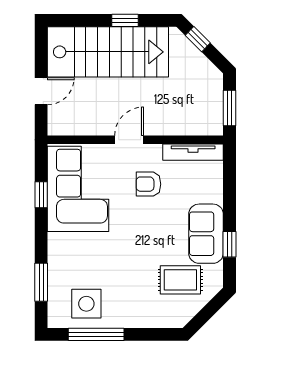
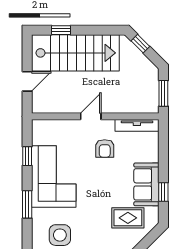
window: (125, 20) -> (61, 30), moved
armchair: (148, 184) -> (105, 148), turned -90
corner sofa: (78, 189) -> (54, 177), moved
window: (41, 282) -> (27, 204), moved

